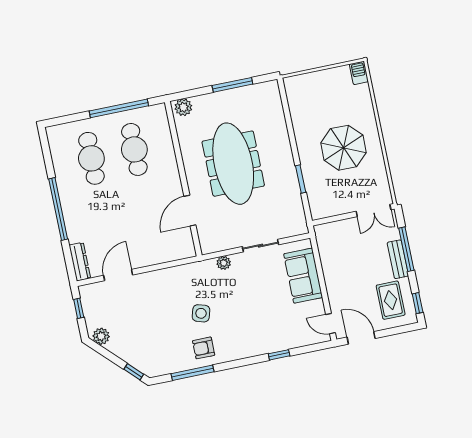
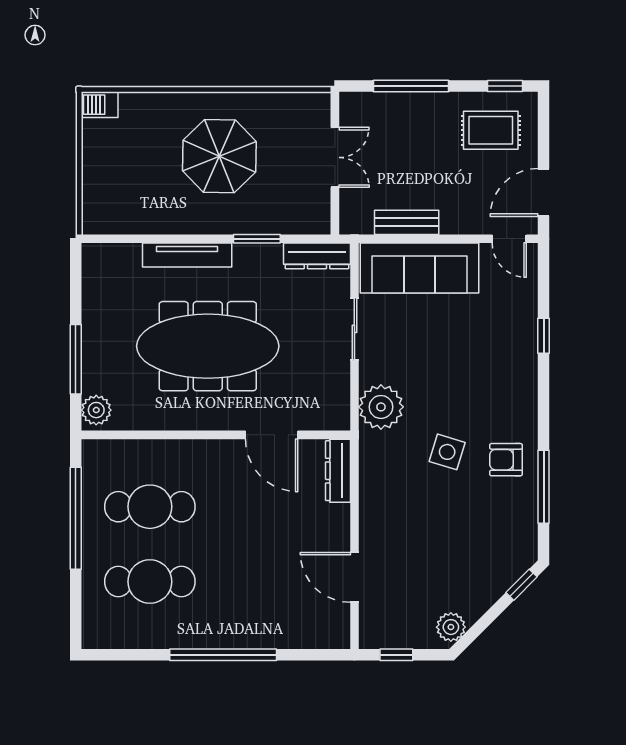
window: (232, 85) -> (76, 359), moved
tv unit: (283, 141) -> (187, 255), added
double door: (373, 211) -> (335, 157), moved
dresser: (298, 215) -> (317, 256), added
bench: (398, 259) -> (407, 222), moved
dresser: (80, 262) -> (338, 471), moved, turned -90
plant: (224, 263) -> (381, 407), width x1.88, depth x1.88
sofa: (303, 276) -> (419, 268), width x1.36
door: (331, 324) -> (509, 239), hinge flipped
armchair: (204, 348) -> (506, 460), turned 90

